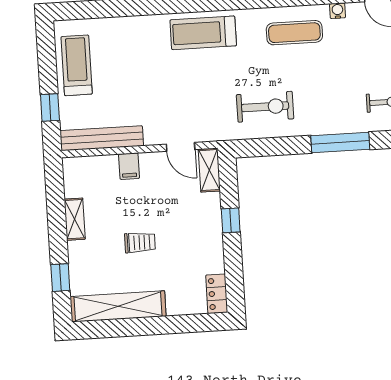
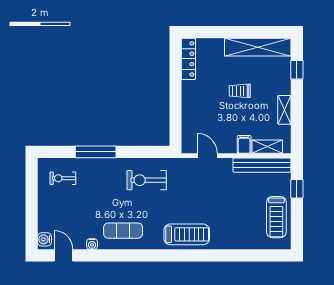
shelving: (209, 170) -> (267, 147), moved, turned 90
window: (231, 220) -> (176, 102), removed
locker: (217, 294) -> (188, 59), width x1.53

